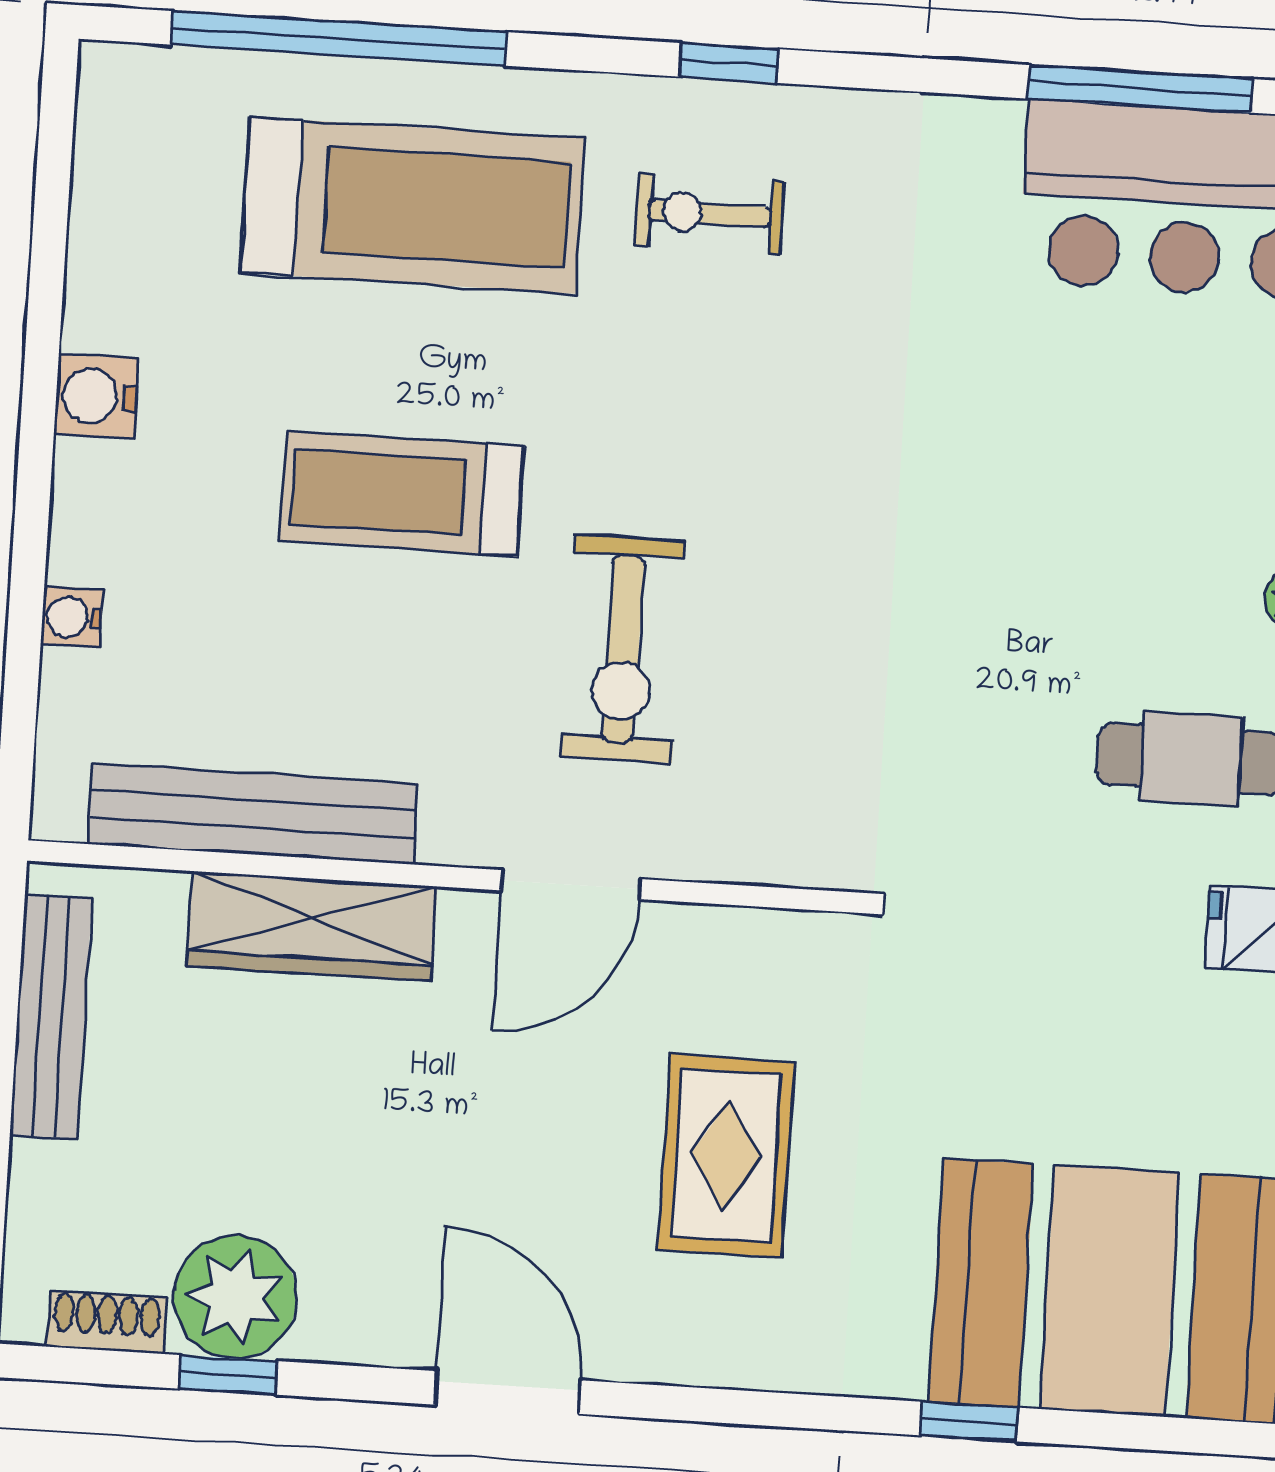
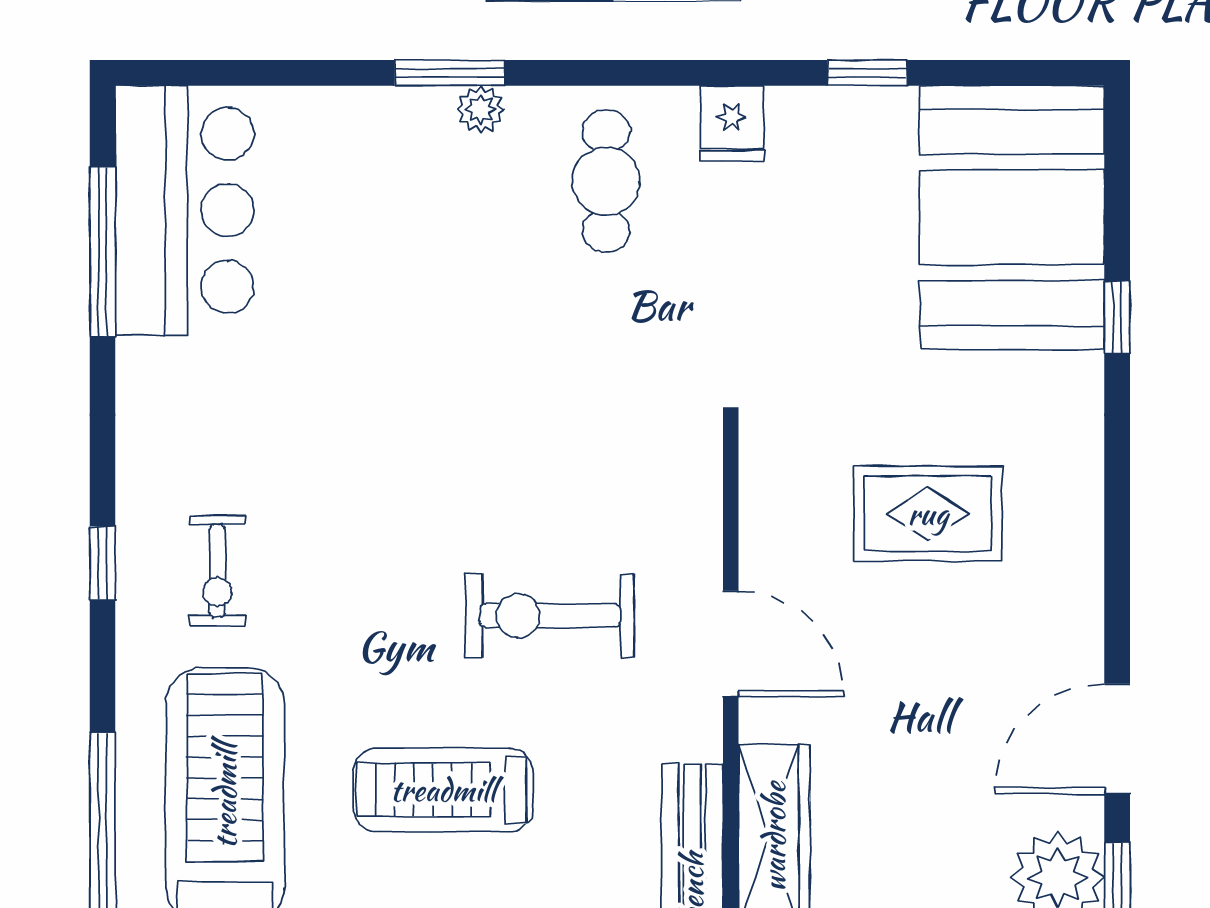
treadmill: (402, 494) -> (443, 790), turned 90
exercise bike: (623, 649) -> (550, 616), turned 180
door: (508, 1392) -> (1117, 739), moved

